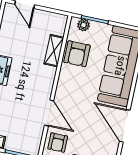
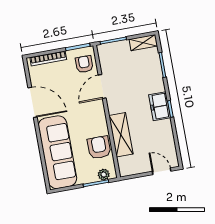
shelving: (54, 51) -> (121, 135), width x1.50, depth x1.33
door: (49, 113) -> (102, 87), hinge flipped

